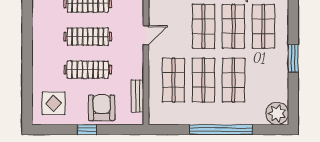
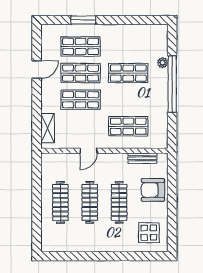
door: (146, 35) -> (88, 151), swing flipped
window: (293, 58) -> (83, 20), moved
shop shelf: (203, 80) -> (128, 100), removed
plant: (277, 113) -> (163, 63), moved, width x0.53, depth x0.53
window: (87, 130) -> (172, 203), removed

